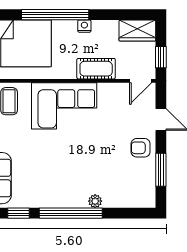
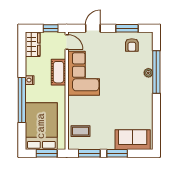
corner sofa: (64, 106) -> (84, 73), moved
armchair: (141, 148) -> (132, 45), moved
window: (19, 213) -> (156, 125), removed
window: (71, 213) -> (156, 72), moved

